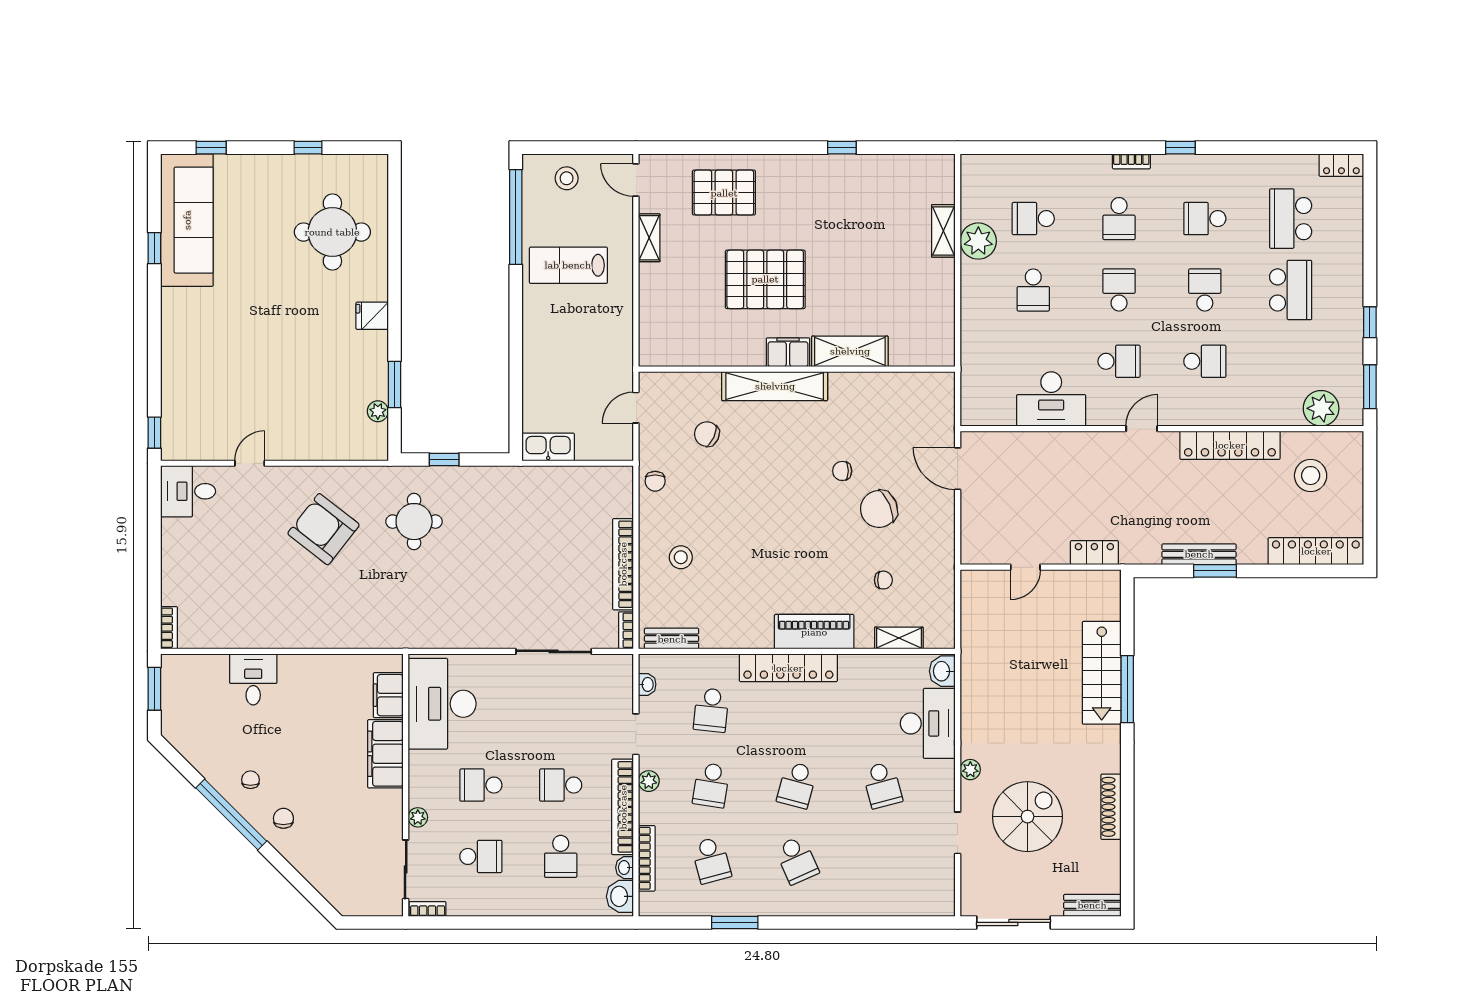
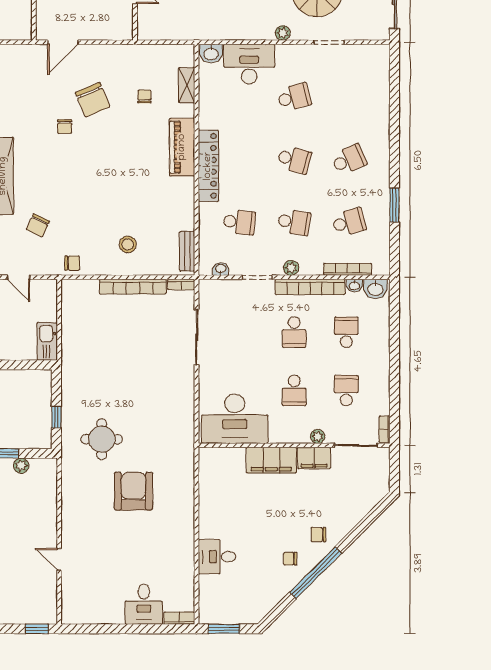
desk: (188, 491) -> (144, 604), moved
armchair: (323, 529) -> (133, 491), moved, turned 142
filing cabinet: (388, 695) -> (314, 458), moved
school desk: (561, 856) -> (346, 332), turned -90

